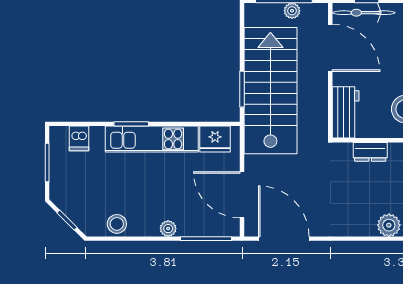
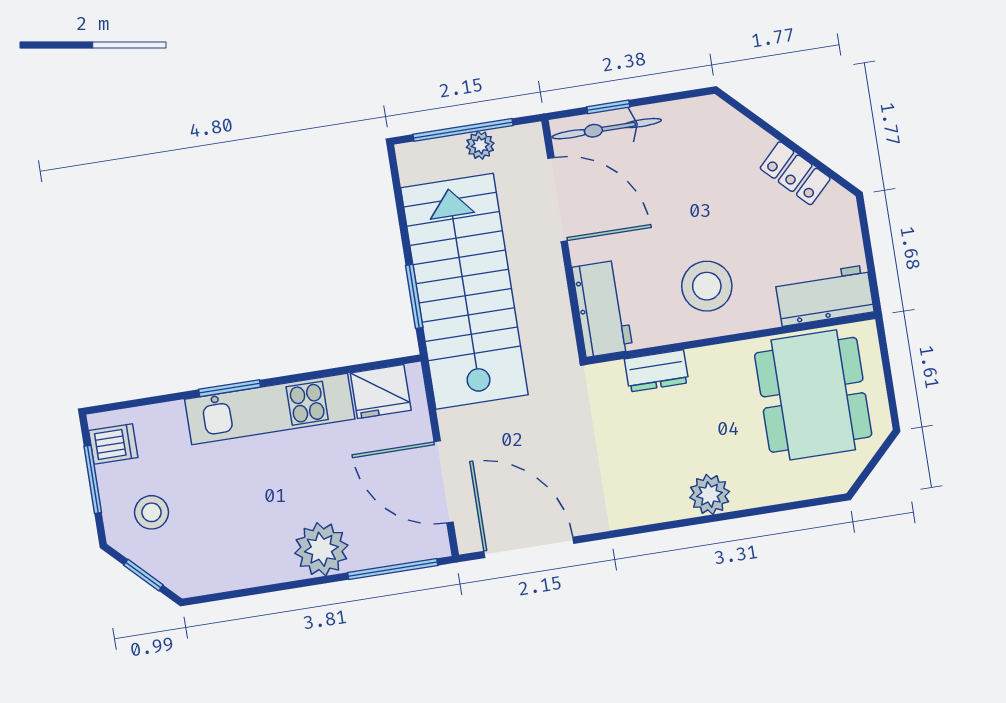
dishwasher: (79, 138) -> (113, 444), moved, turned -90
stool: (117, 224) -> (152, 512), moved
plant: (168, 229) -> (321, 549), width x1.87, depth x1.87

